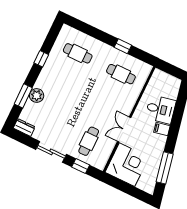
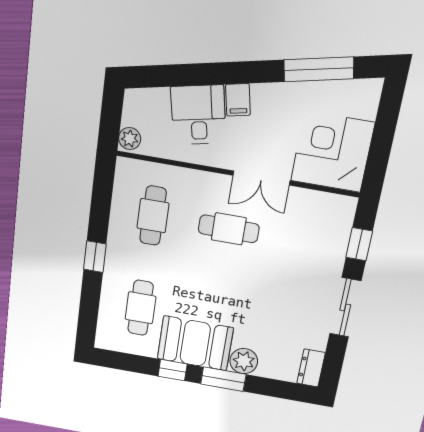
window: (123, 46) -> (95, 257), moved
booth: (52, 74) -> (195, 343), added
plant: (159, 75) -> (130, 139), added
window: (23, 96) -> (223, 379), moved
cafe table: (89, 141) -> (229, 229), moved

